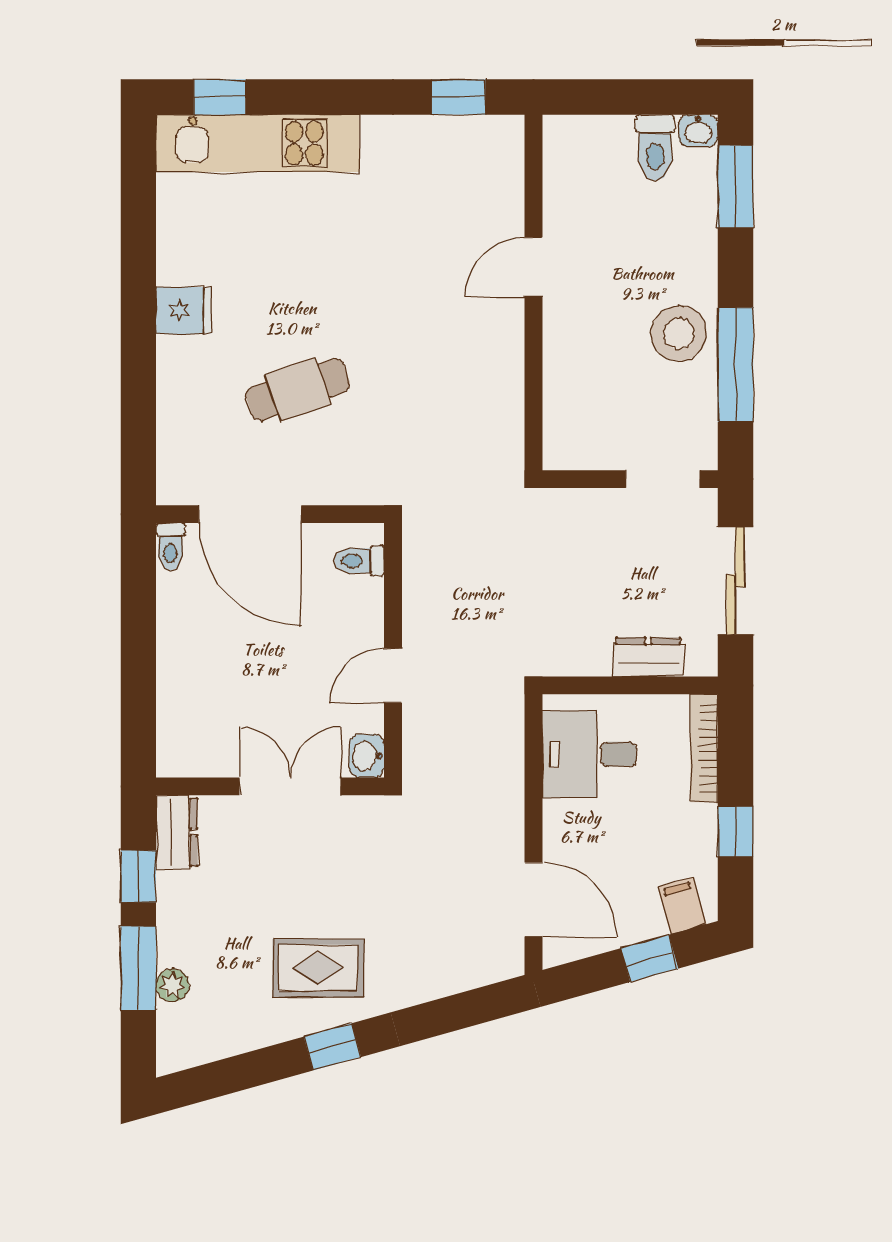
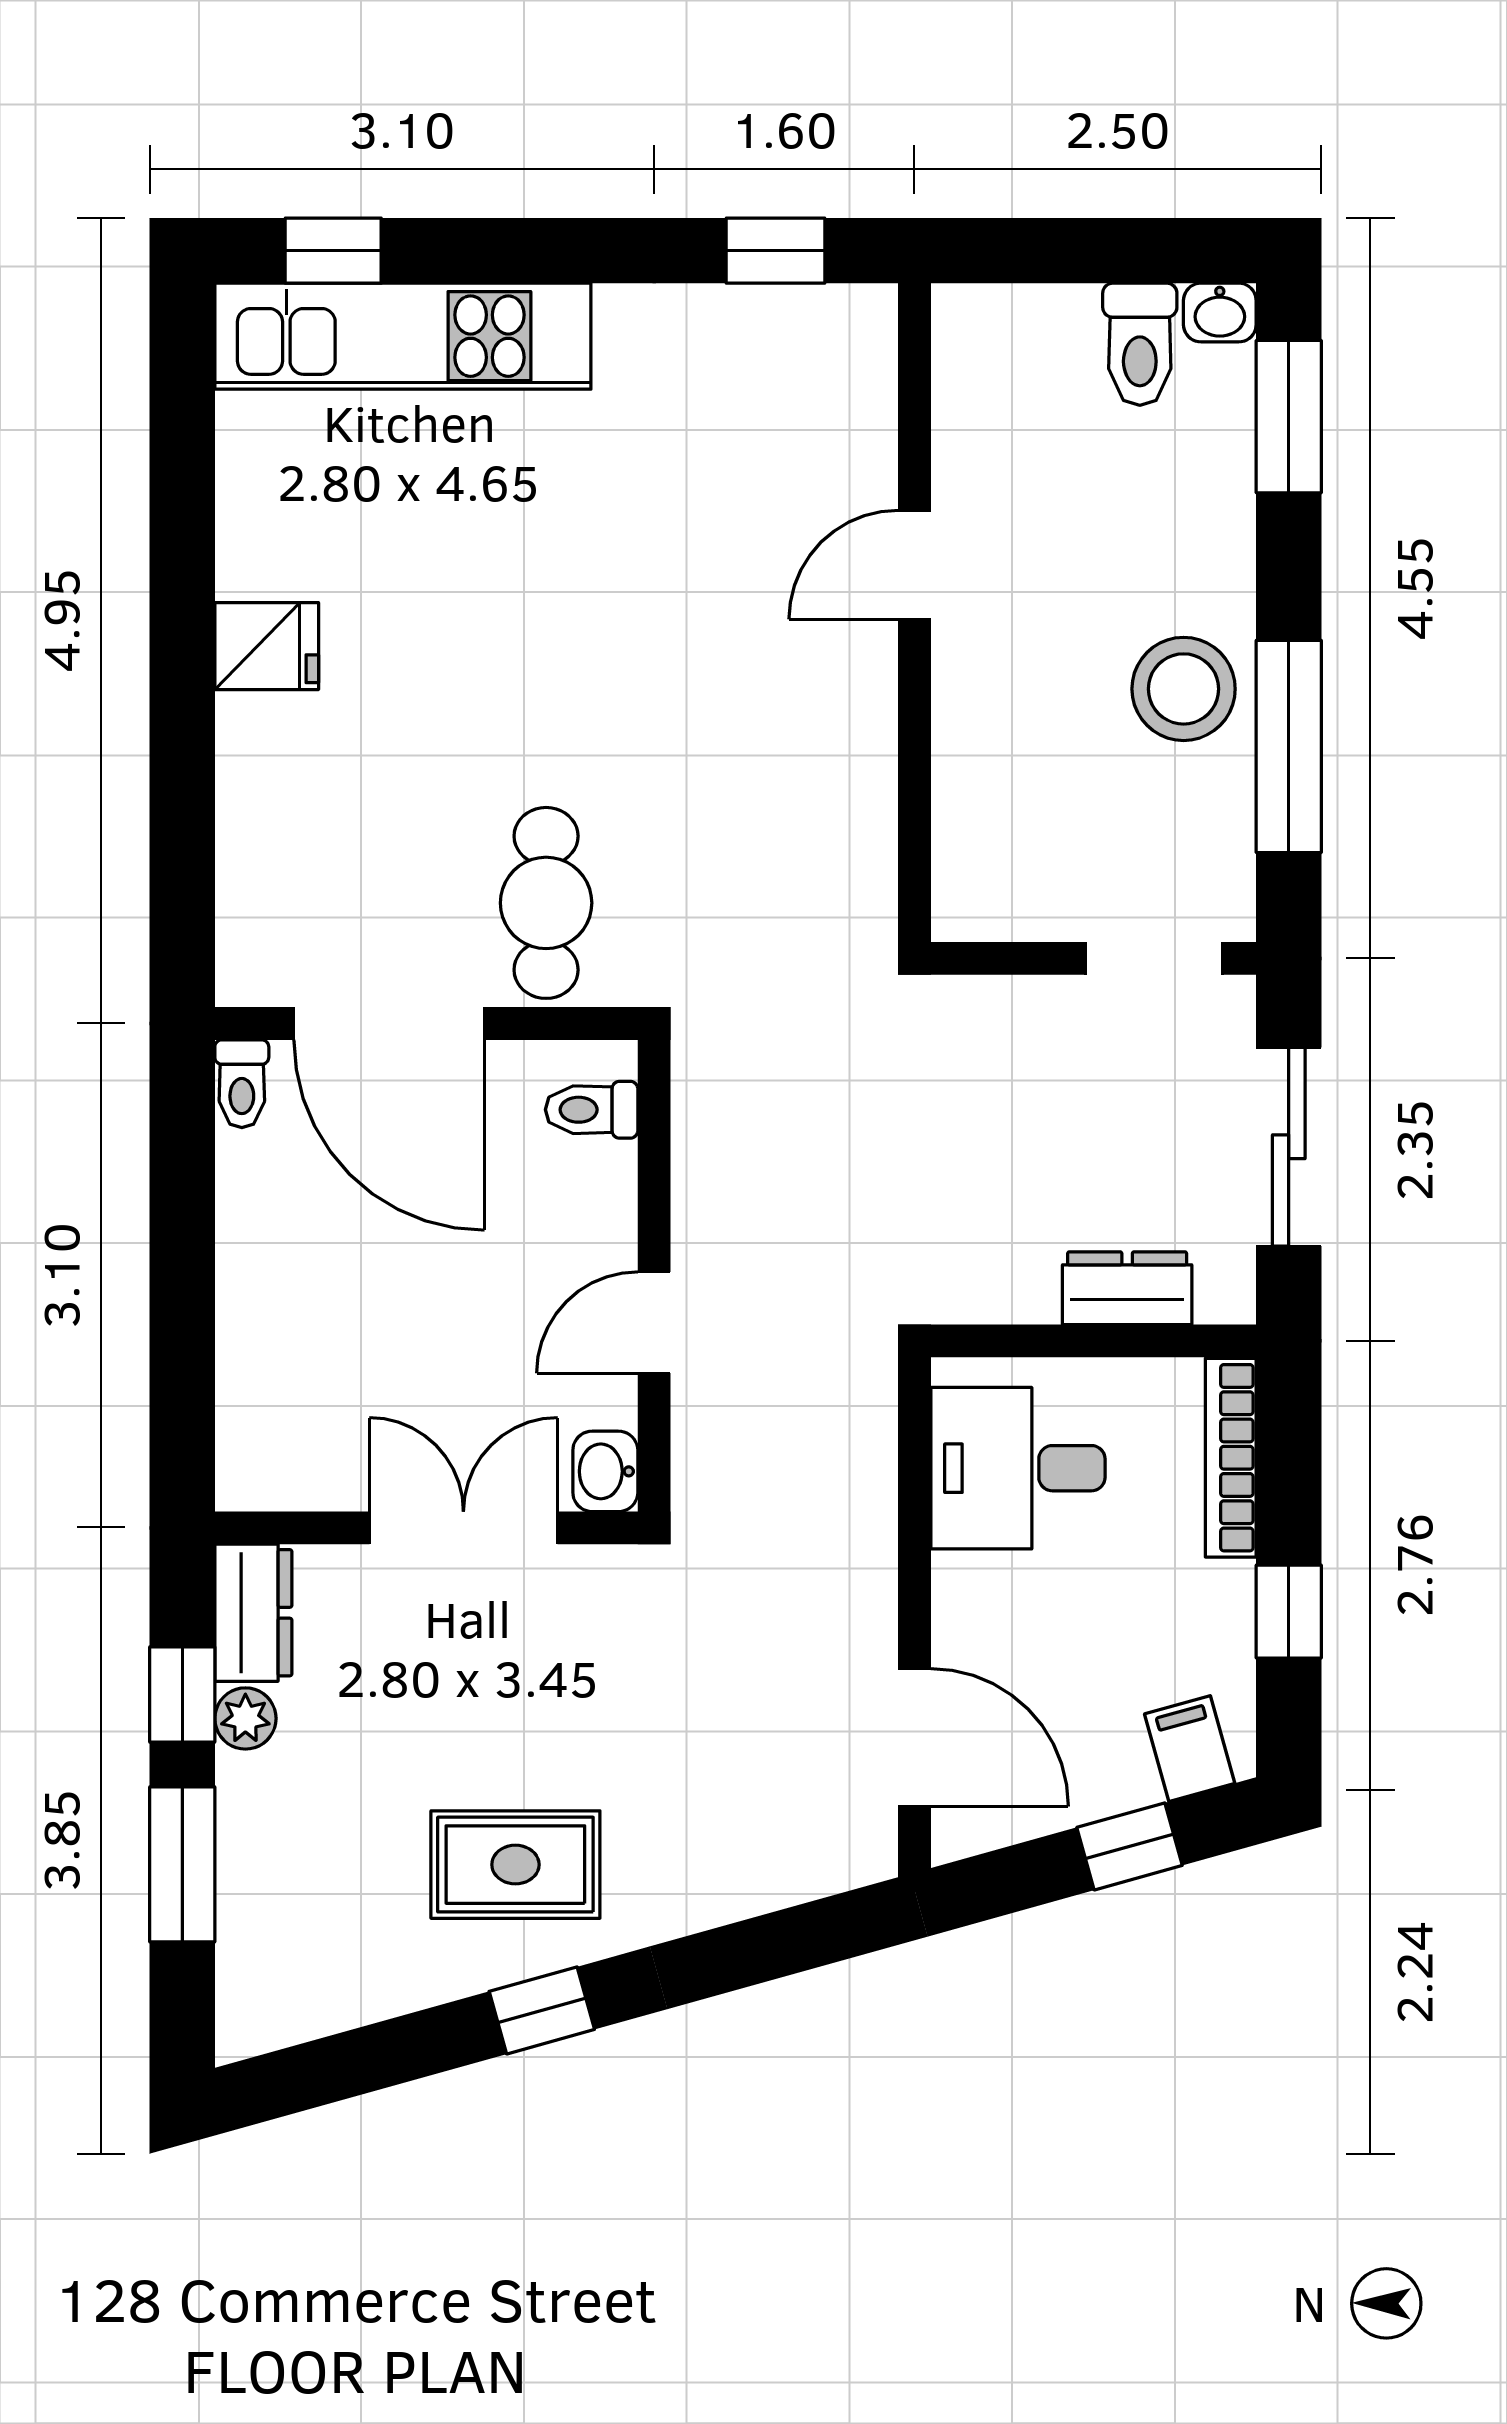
cafe table: (298, 390) -> (546, 903), moved, turned -71
plant: (172, 985) -> (245, 1718), moved

